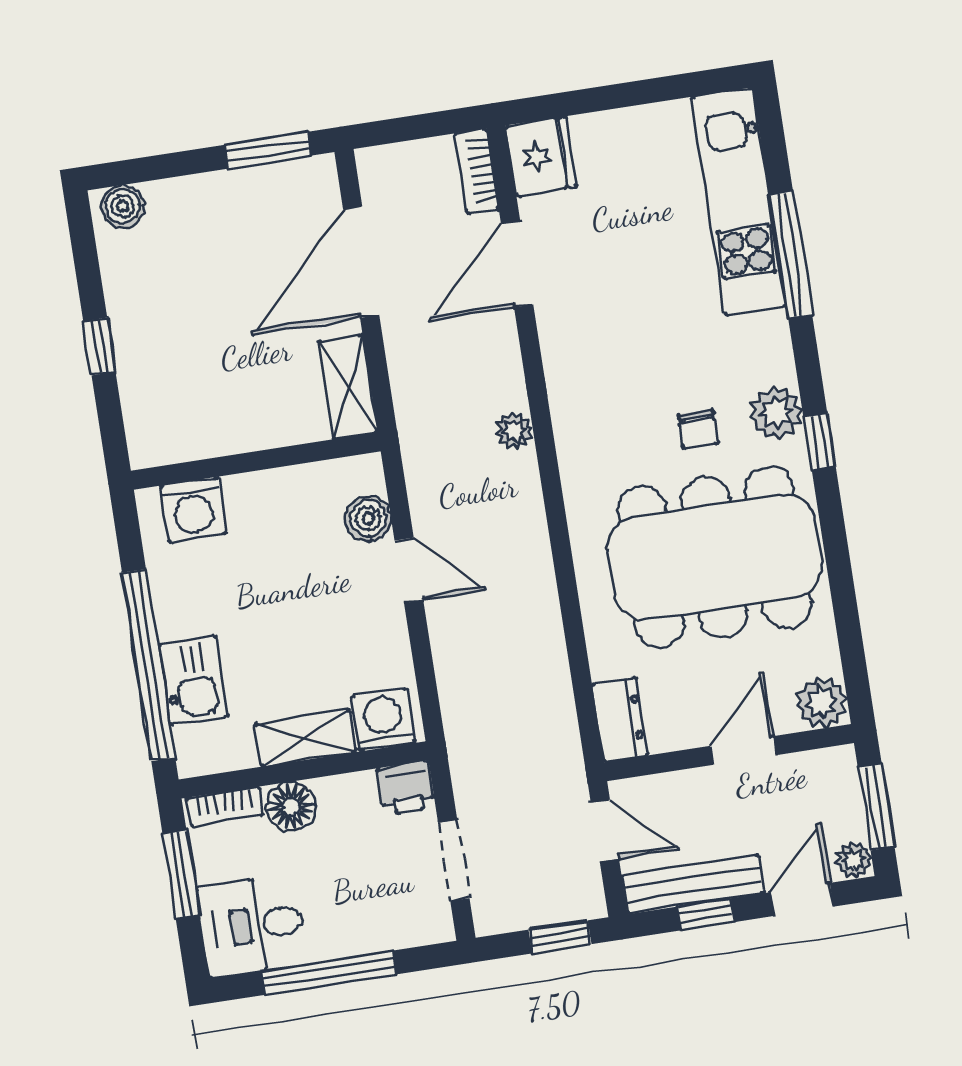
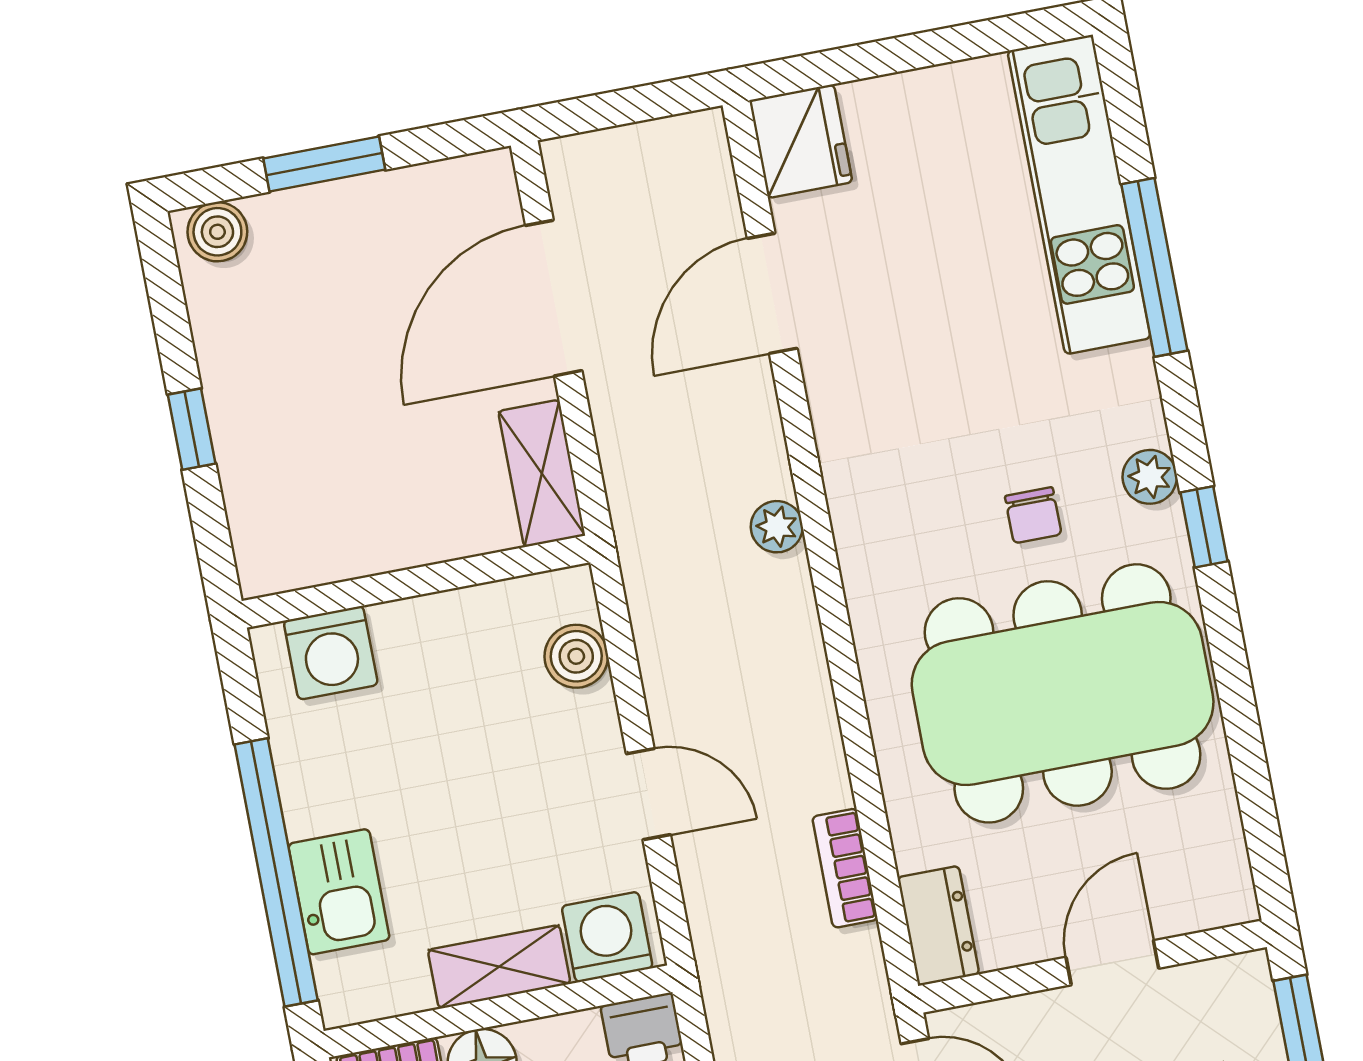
window: (268, 150) -> (324, 164), moved
bookcase: (477, 171) -> (845, 868), moved
plant: (776, 413) -> (1150, 477), width x0.73, depth x0.73
door: (409, 570) -> (648, 794), moved
plant: (822, 702) -> (1220, 892), removed

